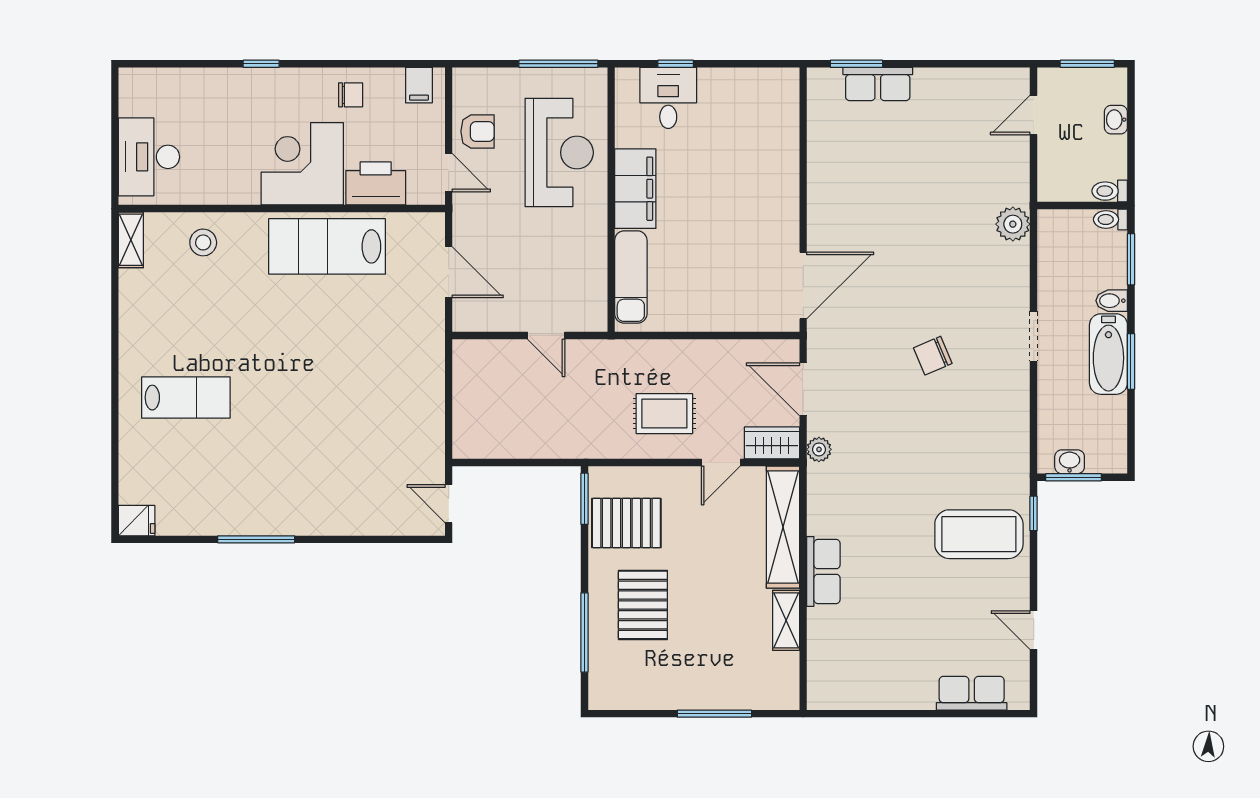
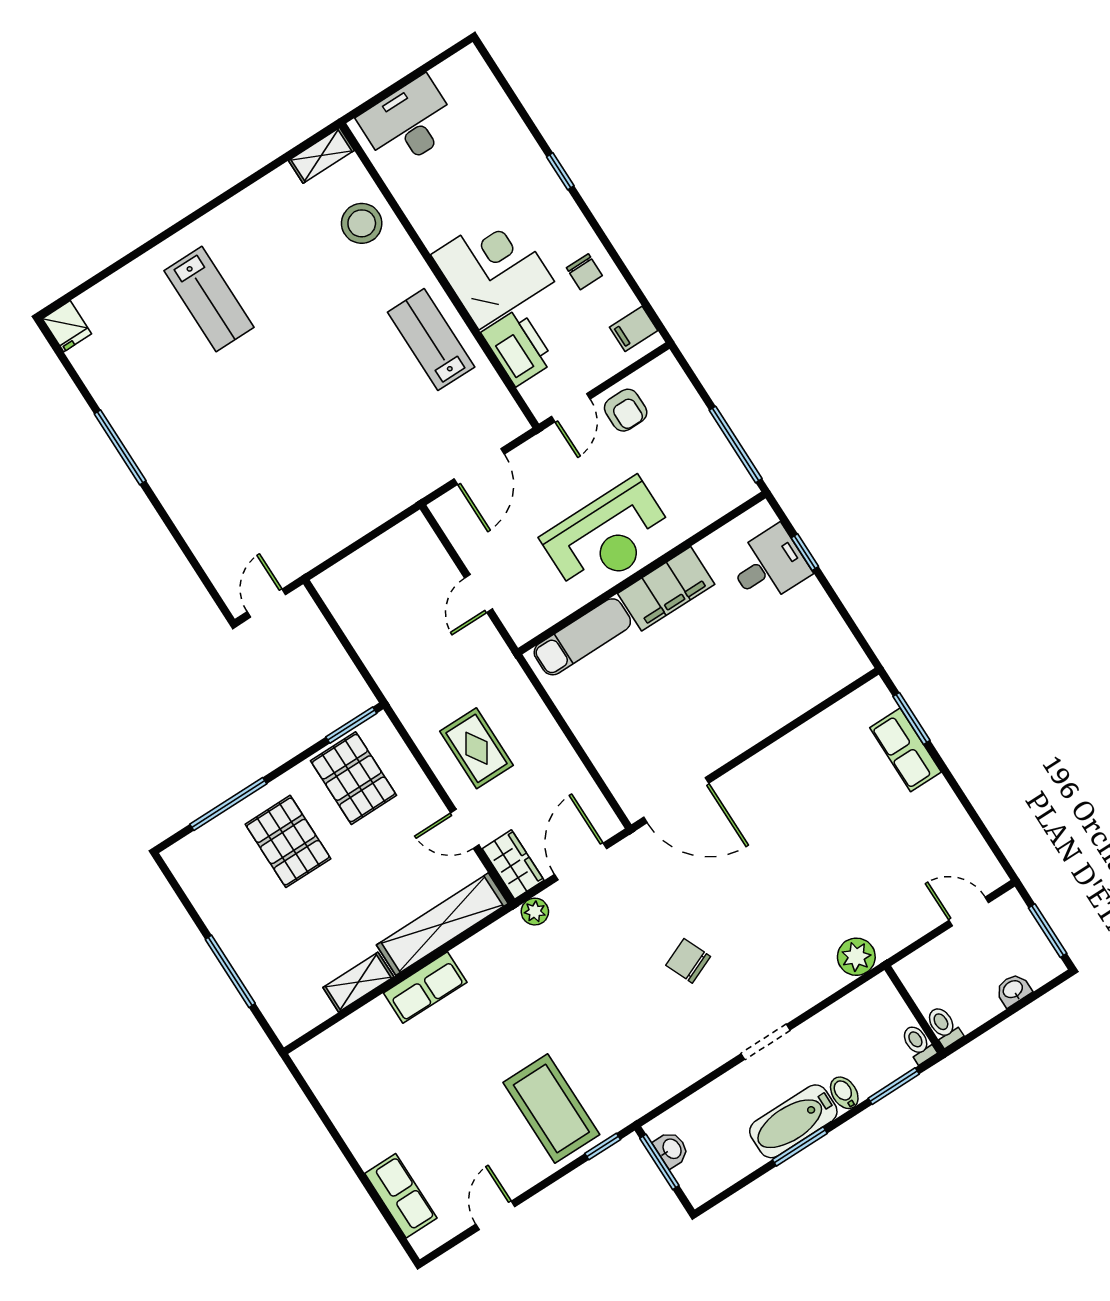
reception desk: (559, 153) -> (608, 537), moved
stool: (203, 242) -> (362, 223), width x1.38, depth x1.38
lab bench: (327, 246) -> (431, 340), width x0.73, depth x0.72
pallet: (643, 605) -> (288, 841), turned 90

